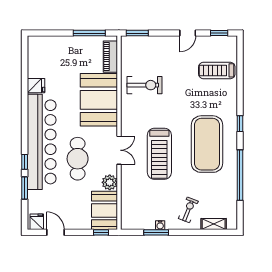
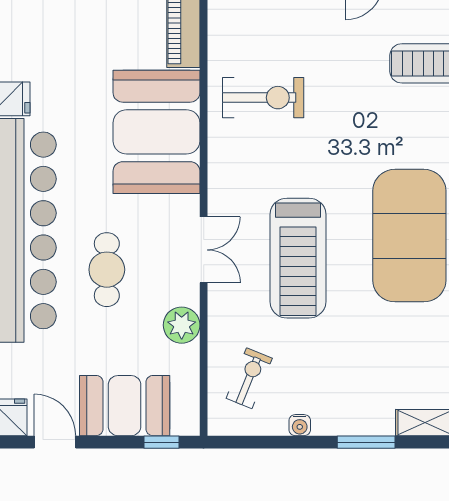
cafe table: (78, 159) -> (107, 270), width x0.73, depth x0.74
booth: (104, 210) -> (125, 406), moved, turned 90
exercise bike: (188, 210) -> (249, 378), moved
window: (156, 232) -> (366, 442), moved

